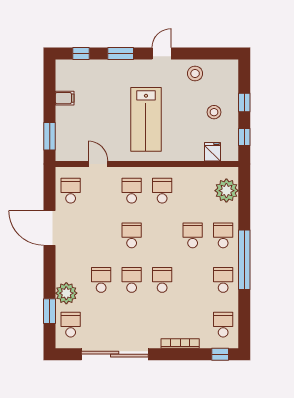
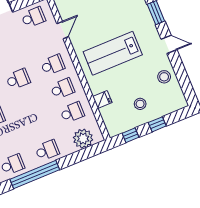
fridge: (212, 152) -> (102, 100), moved
school desk: (193, 235) -> (72, 112), moved

